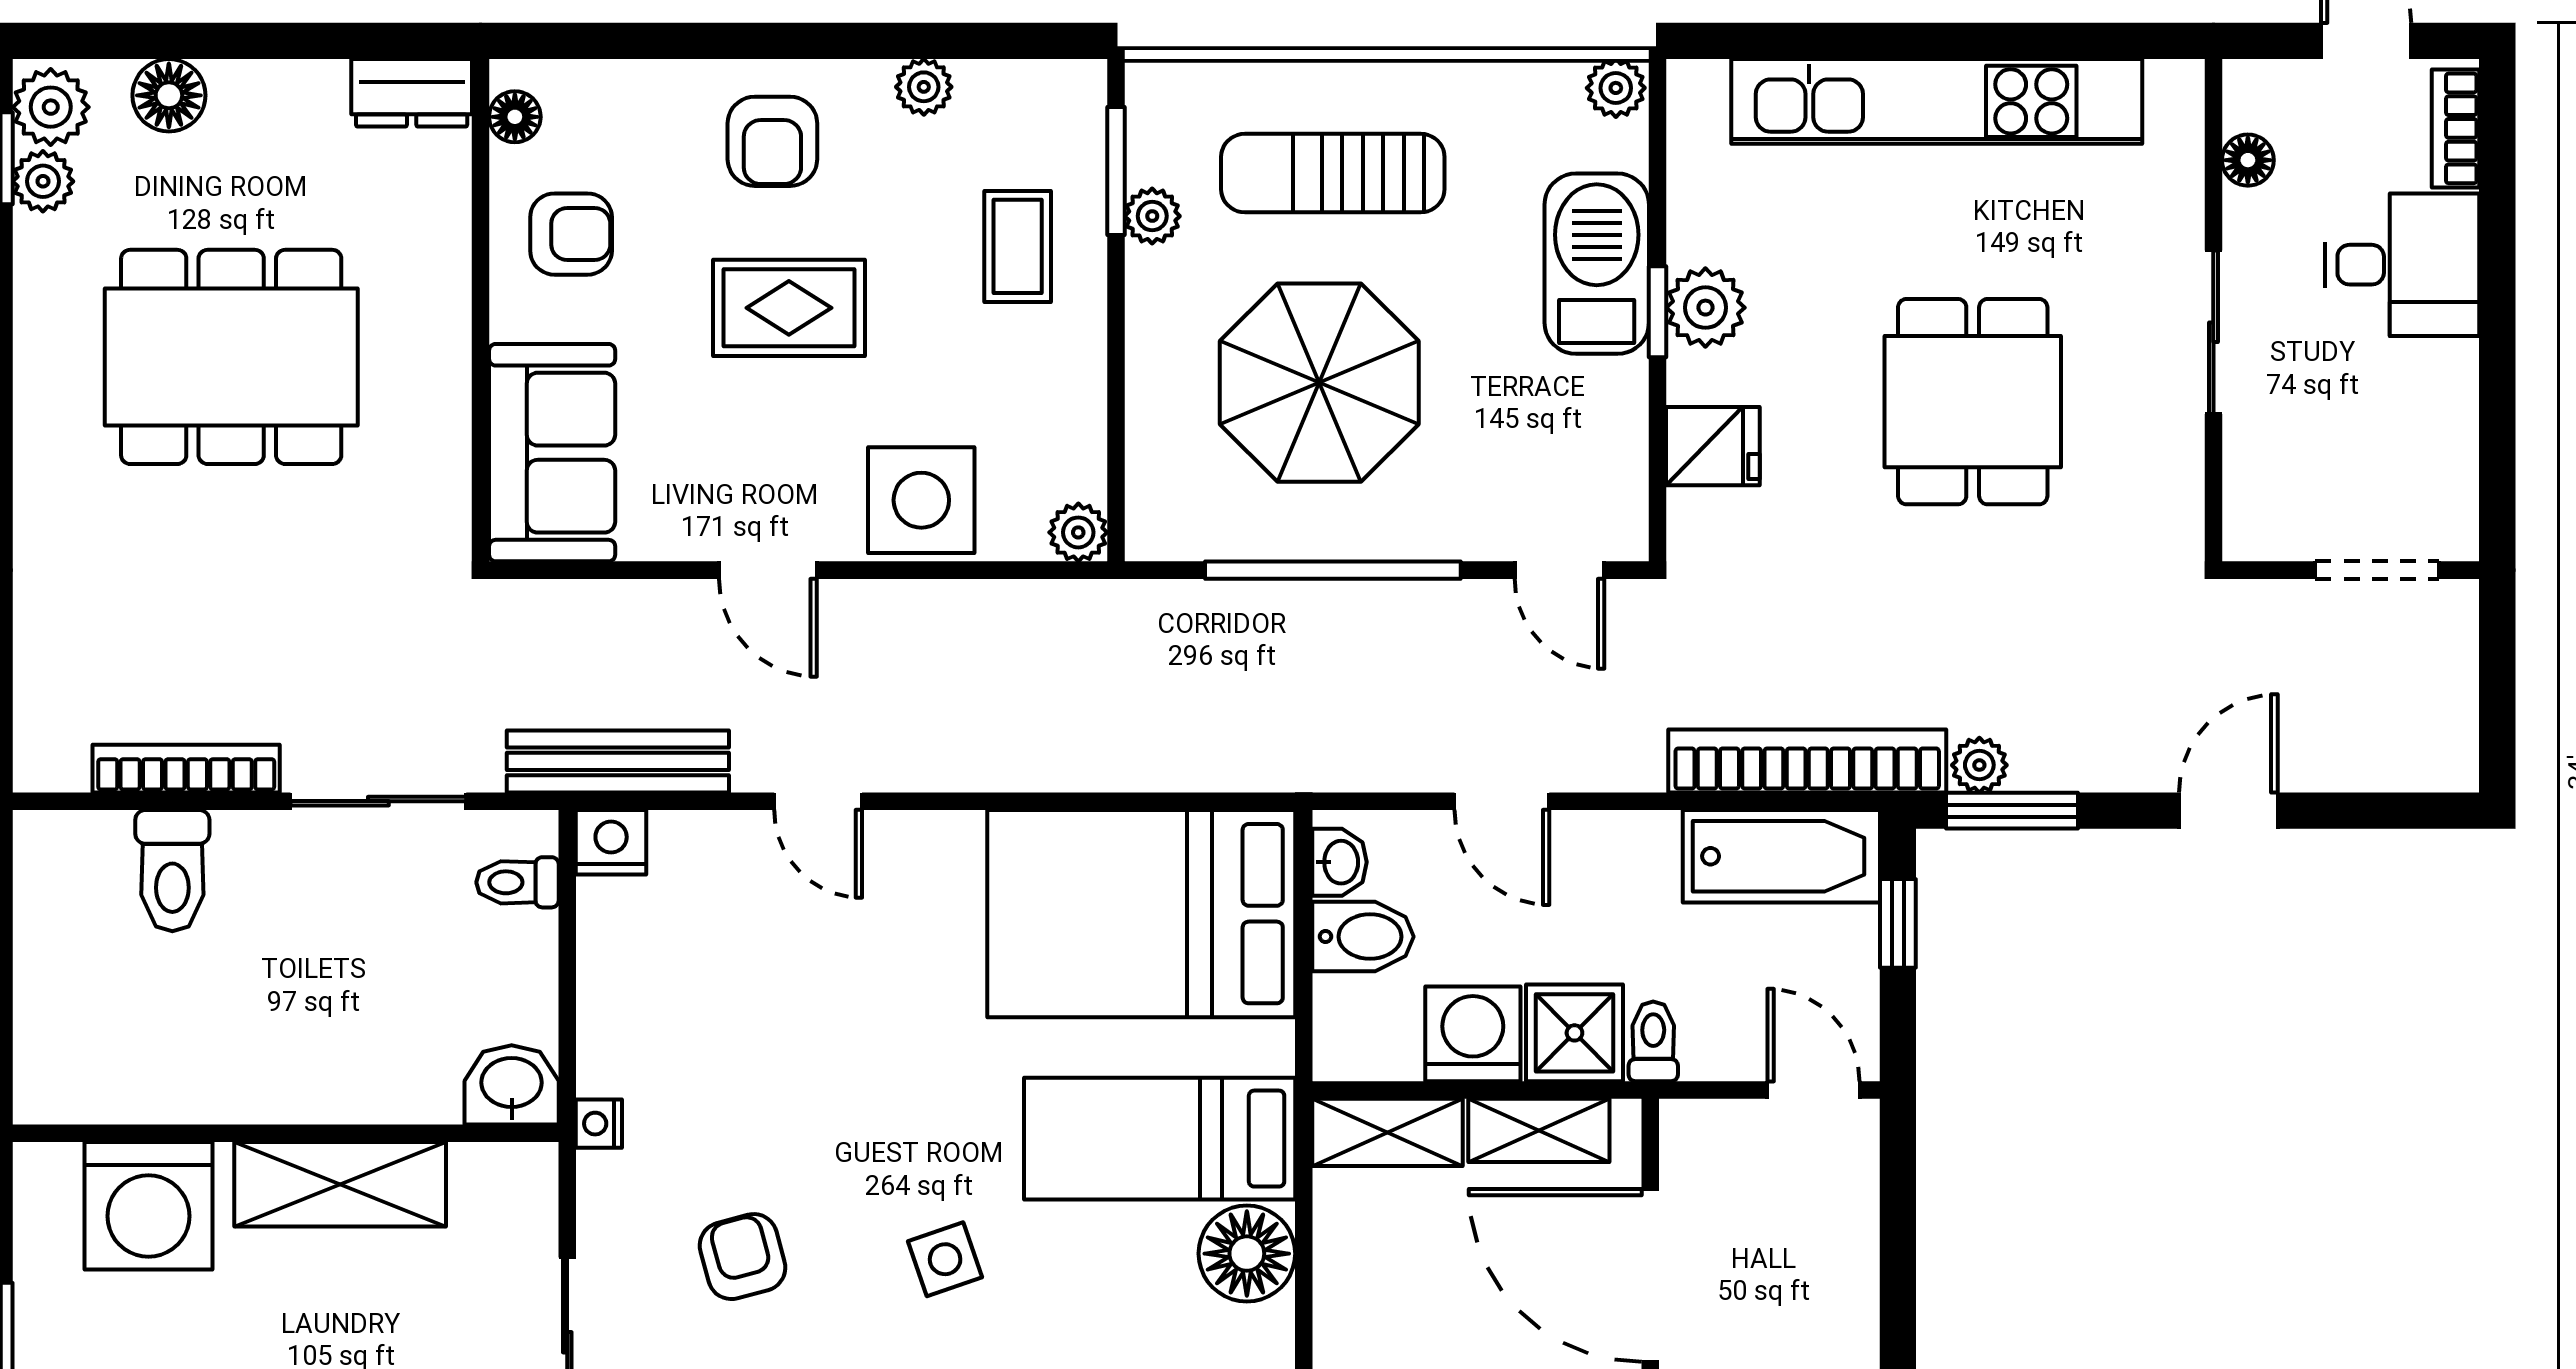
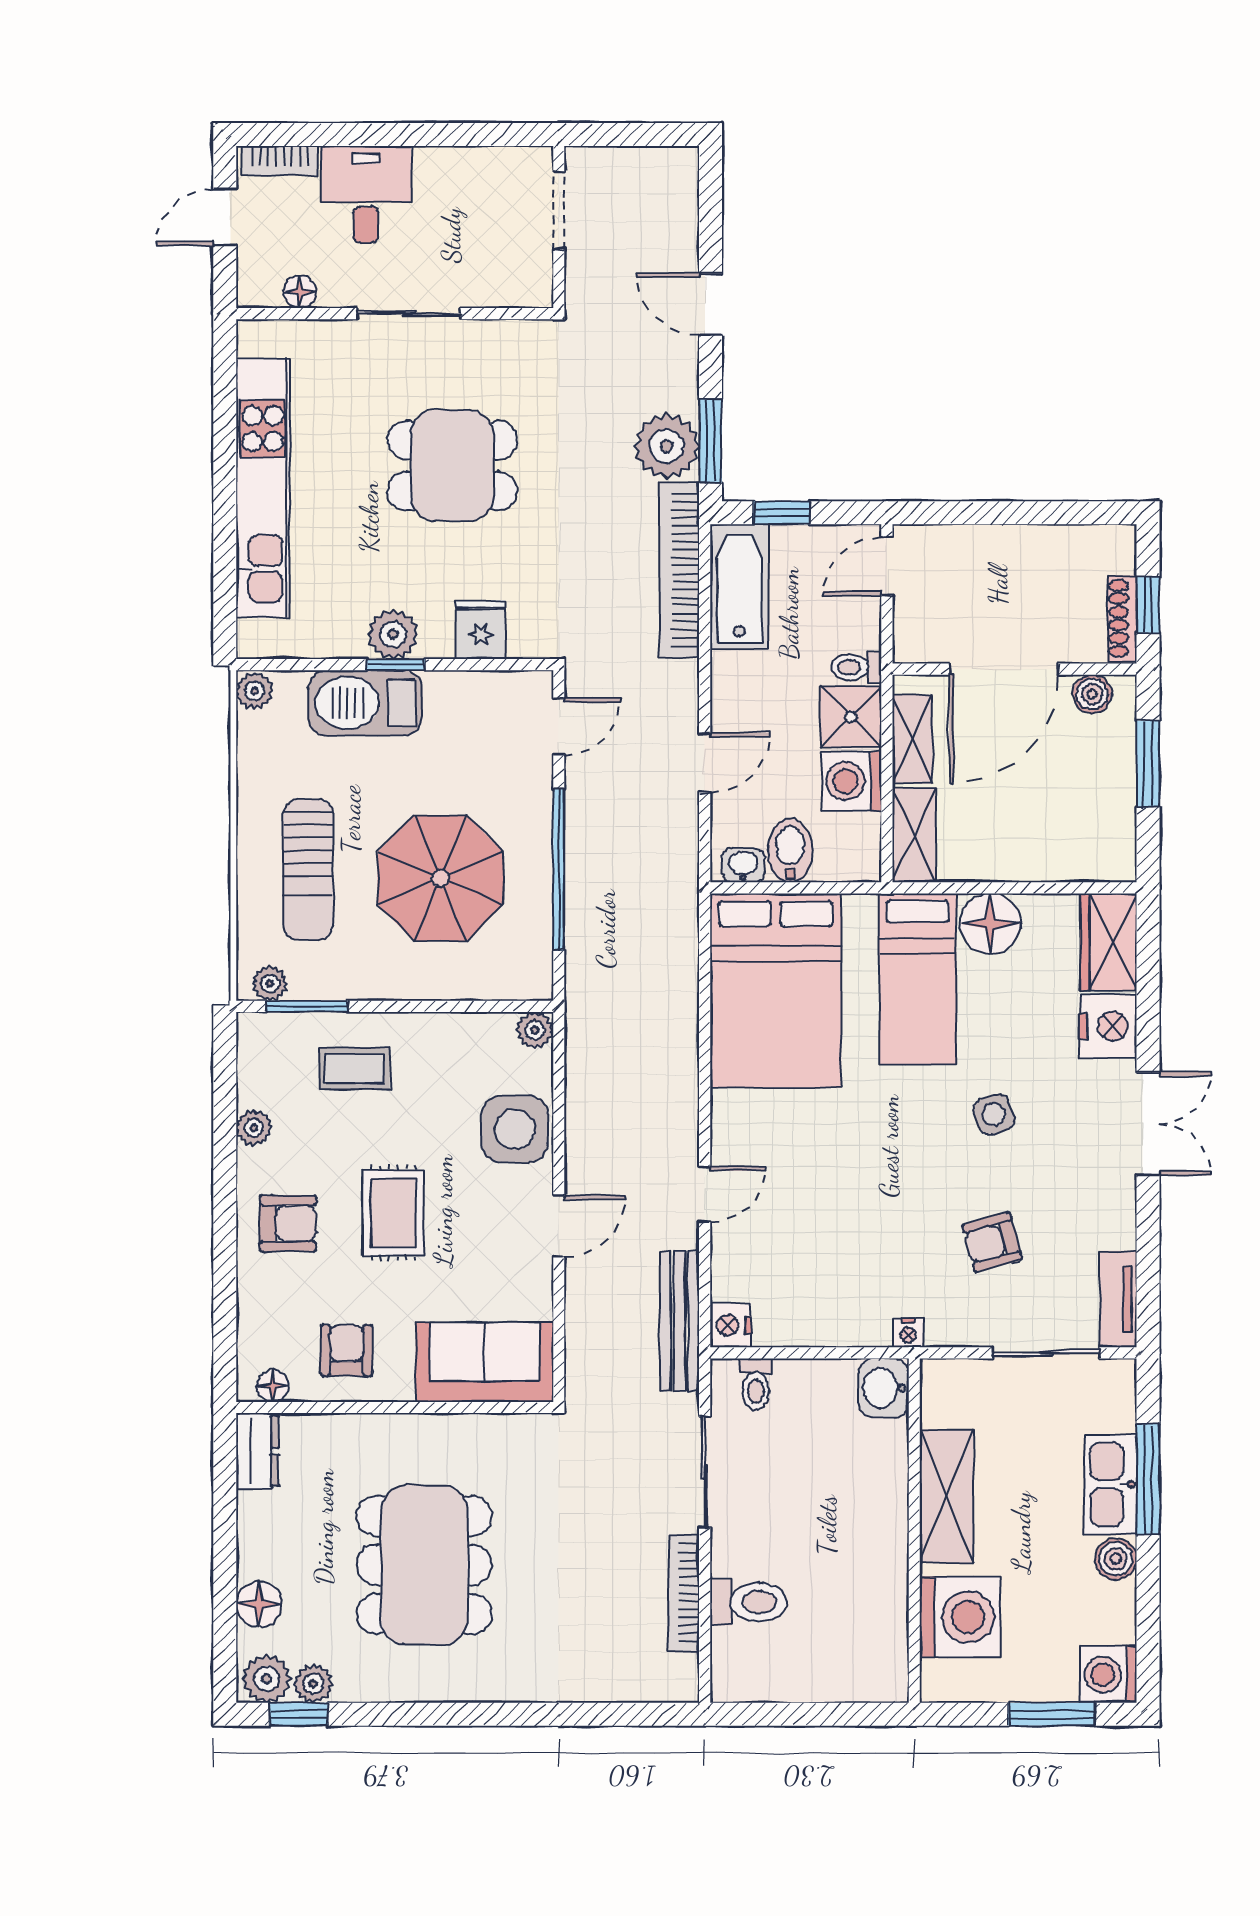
plant: (1152, 216) -> (270, 984), moved
plant: (1979, 765) -> (667, 446), width x1.88, depth x1.88

